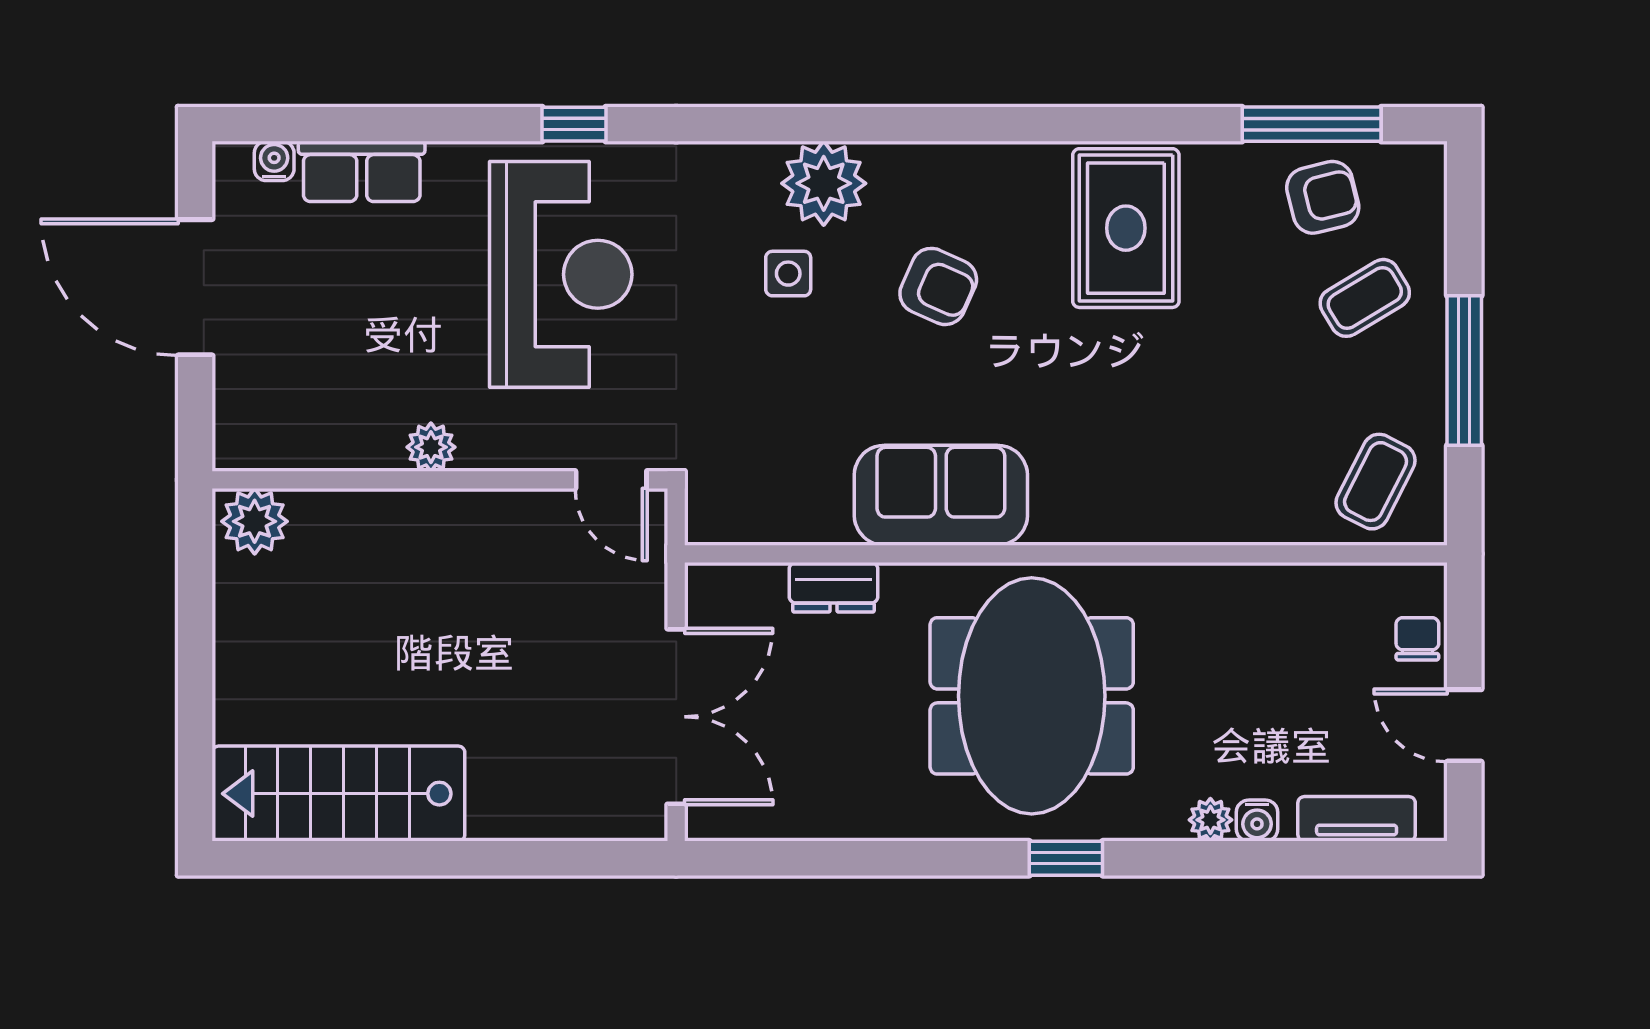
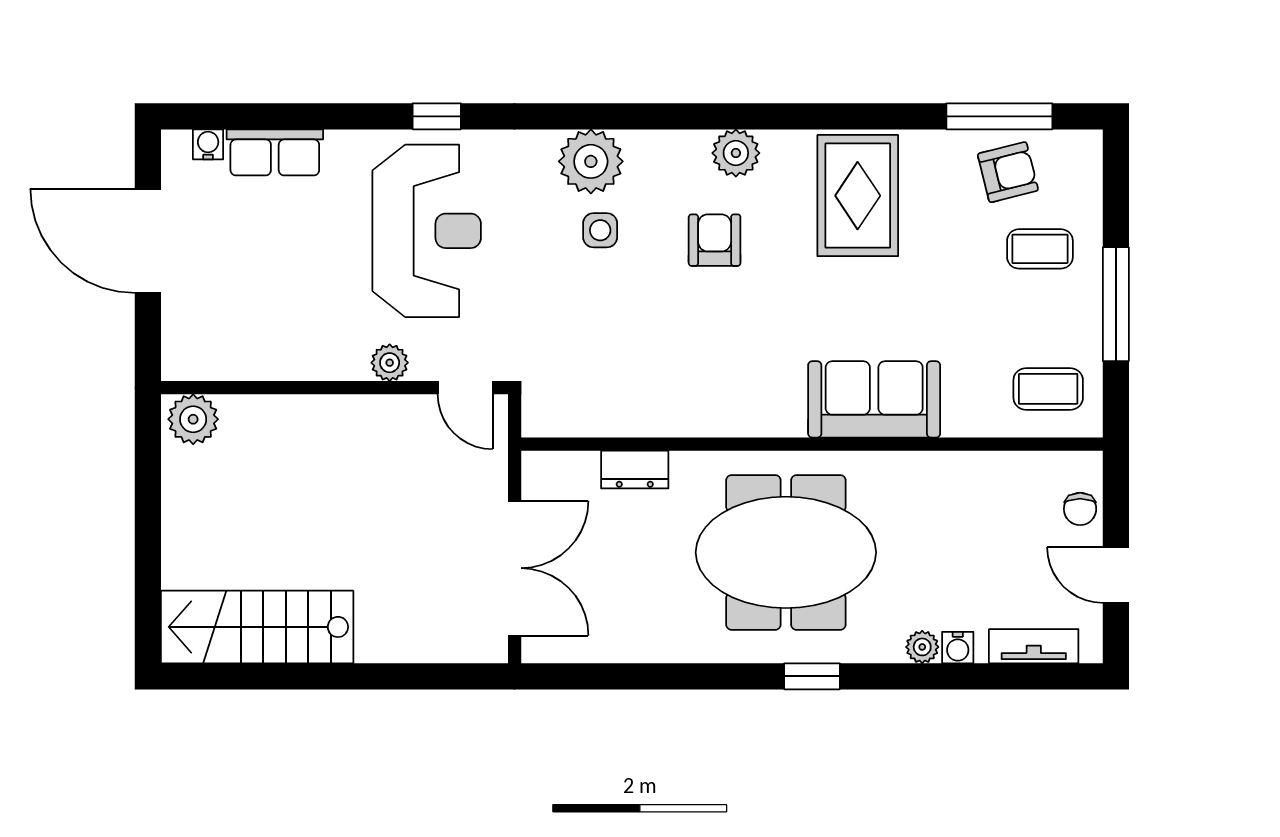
plant: (966, 172) -> (736, 153), added
plant: (824, 183) -> (591, 161), moved
armchair: (938, 286) -> (715, 240), turned -114
coffee table: (1365, 298) -> (1040, 249), turned 31
plant: (431, 447) -> (390, 363), moved
coffee table: (1376, 482) -> (1048, 389), turned 63
sofa: (941, 495) -> (874, 399), moved
chair: (1417, 639) -> (1080, 509), turned 180
meeting table: (1032, 696) -> (786, 552), turned 90

